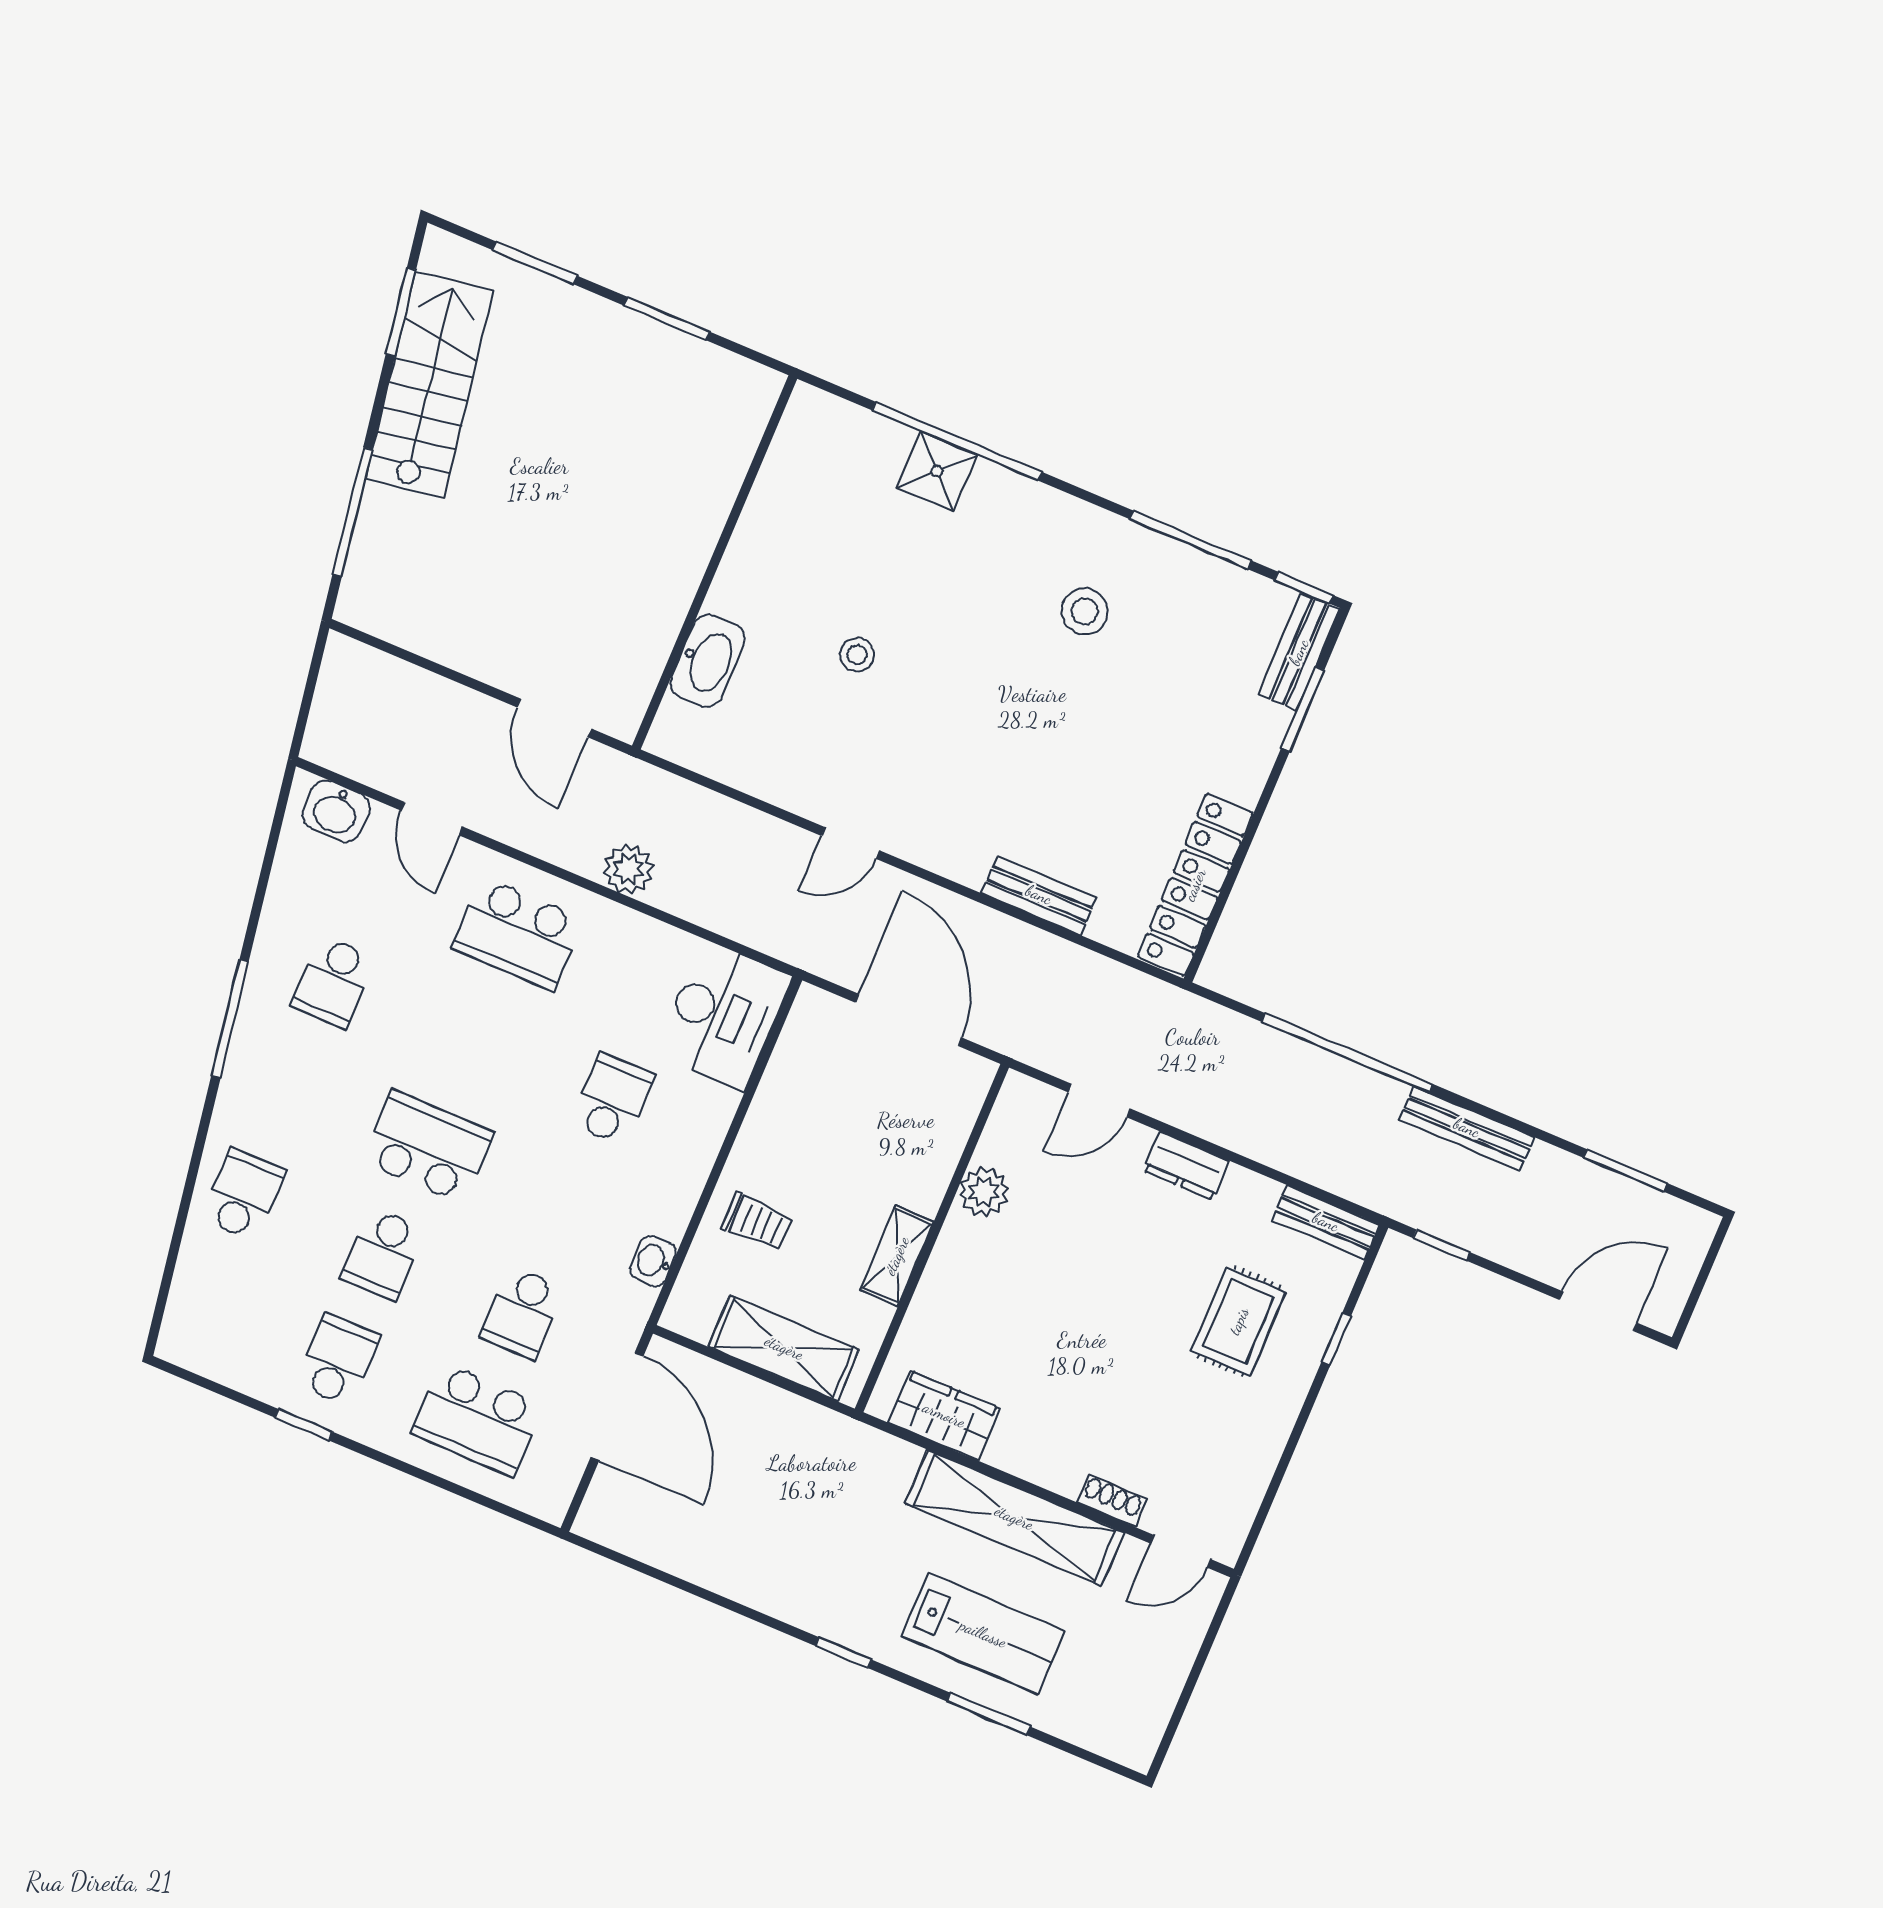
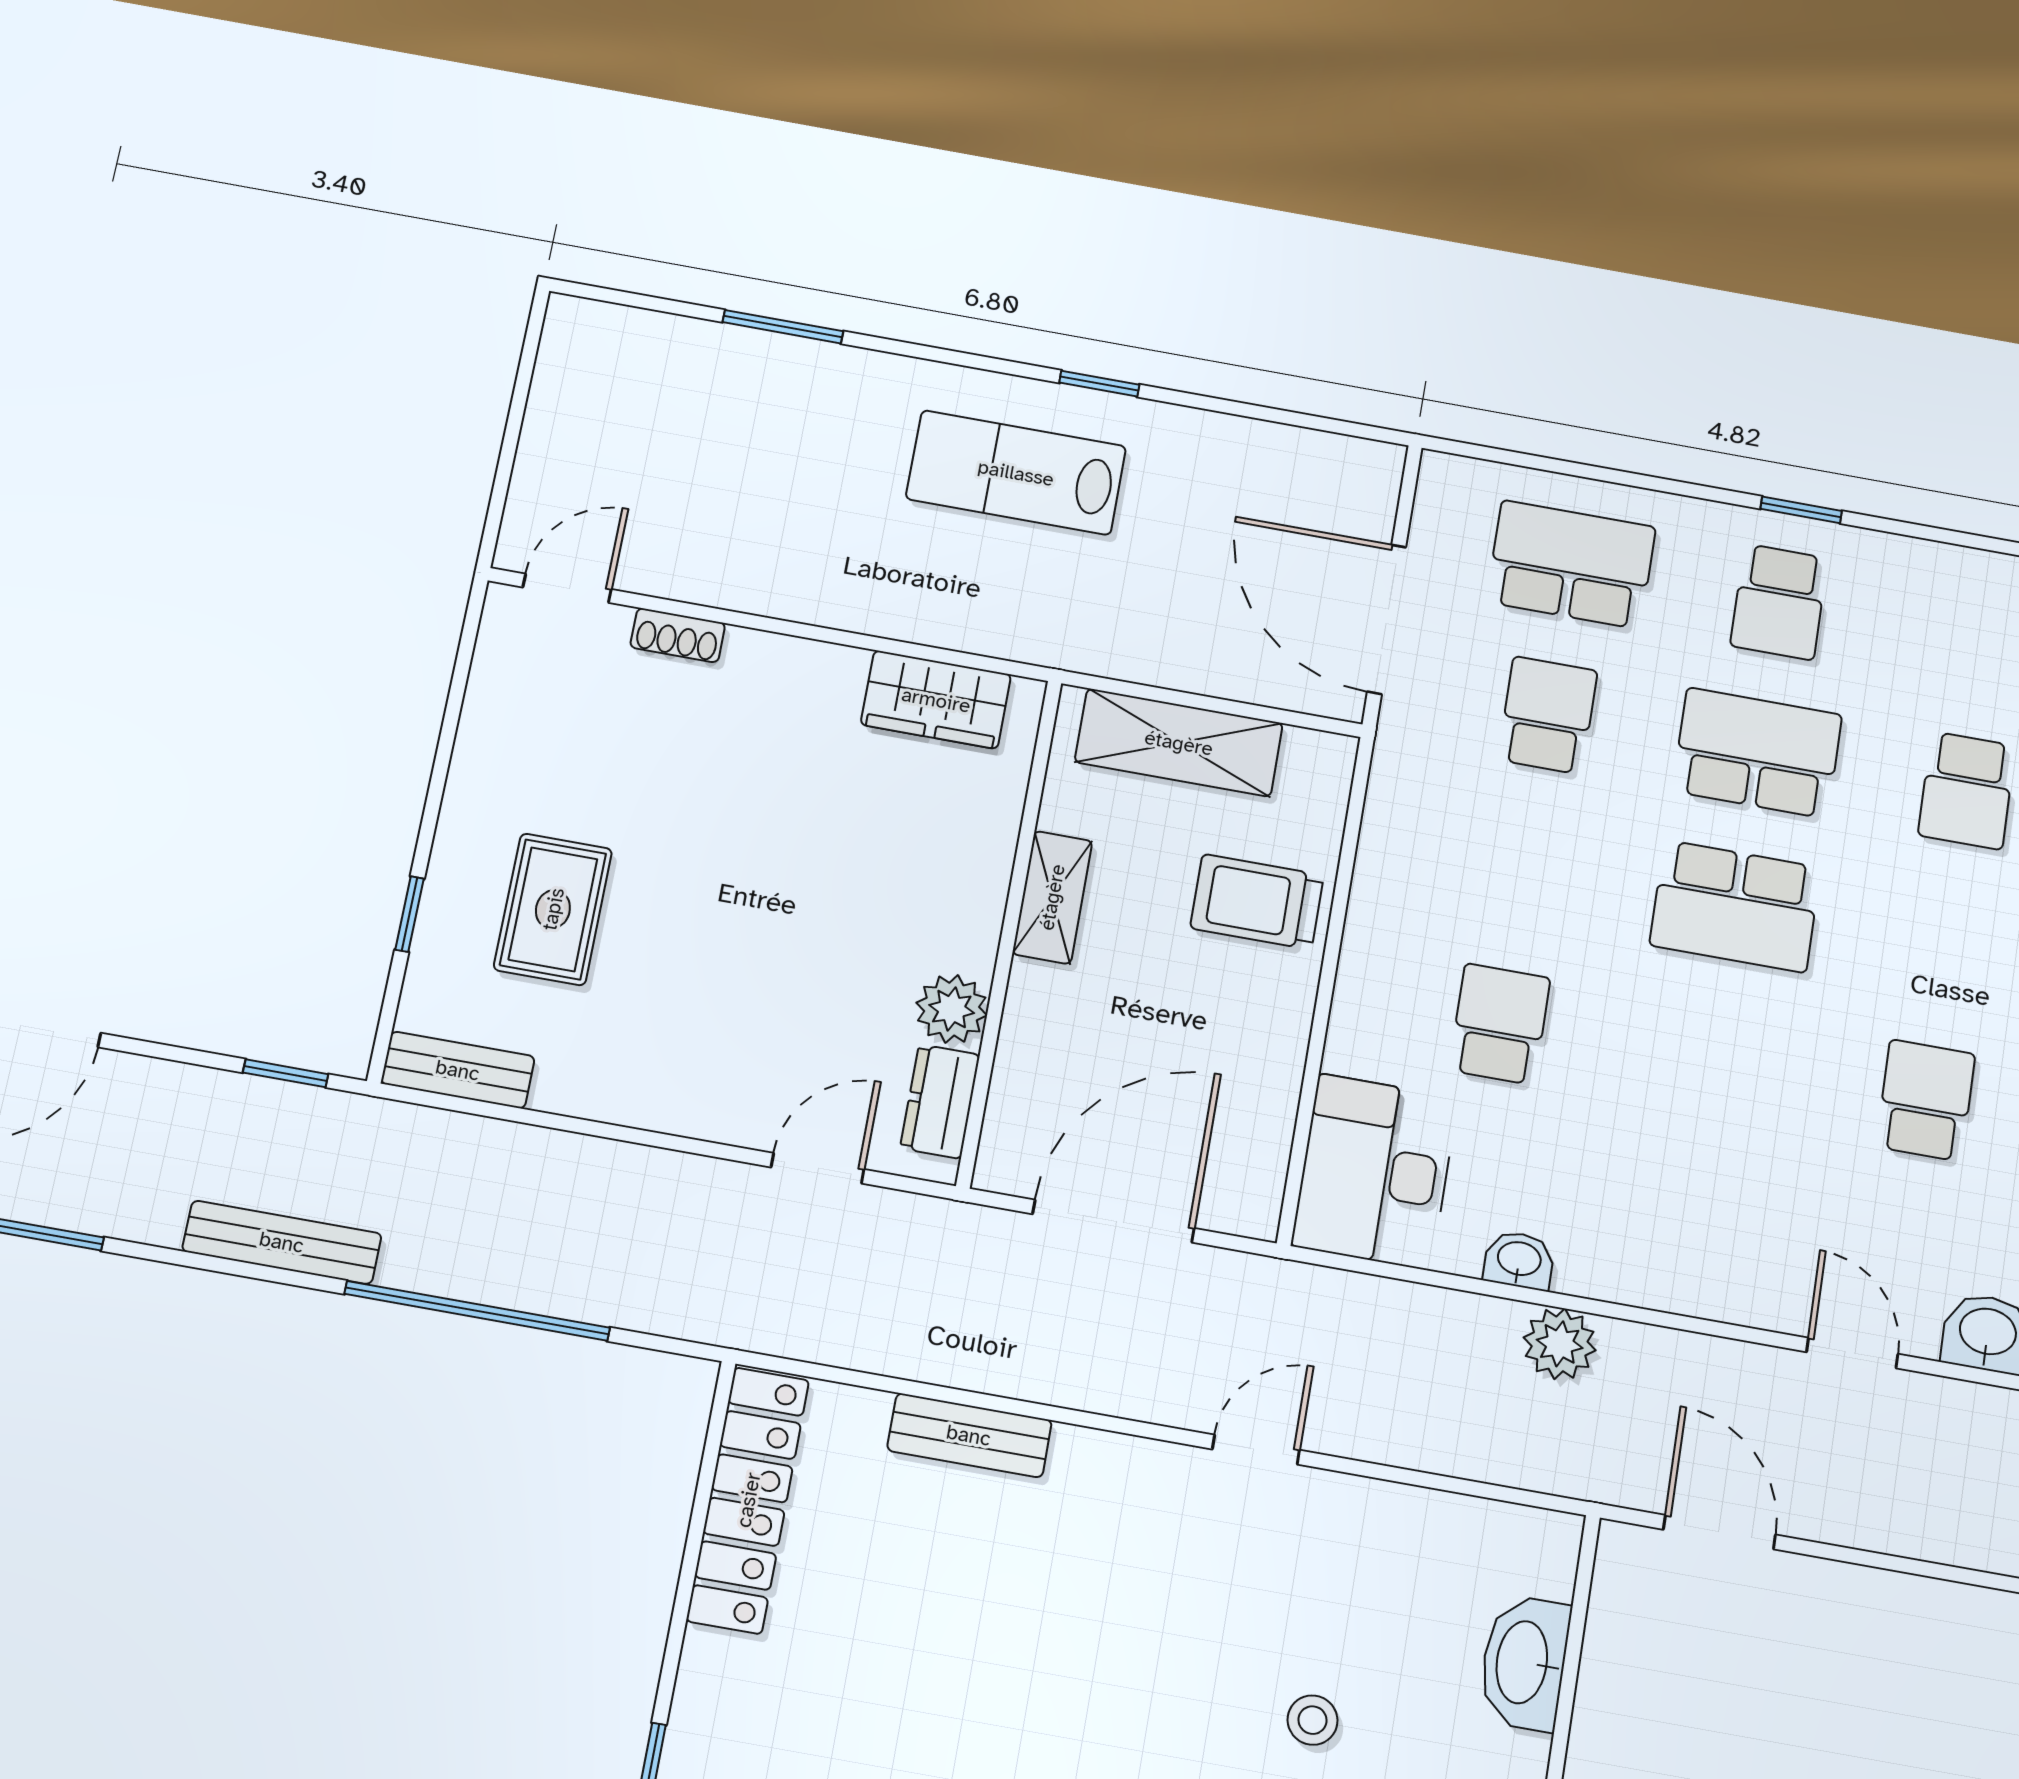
school desk: (518, 934) -> (1690, 1221), removed
door: (909, 1020) -> (1113, 1221), swing flipped
school desk: (612, 1099) -> (1500, 1024), turned 180
dresser: (1186, 1166) -> (940, 1101), moved, turned -90
trolley: (757, 1222) -> (1257, 902), width x1.36, depth x1.39
school desk: (383, 1254) -> (1757, 753), width x1.85
washbasin: (653, 1261) -> (1519, 1260), moved, turned -90
shelving: (1014, 1518) -> (807, 586), removed
lab bench: (983, 1634) -> (1016, 473), moved
window: (844, 1653) -> (1099, 384), moved

